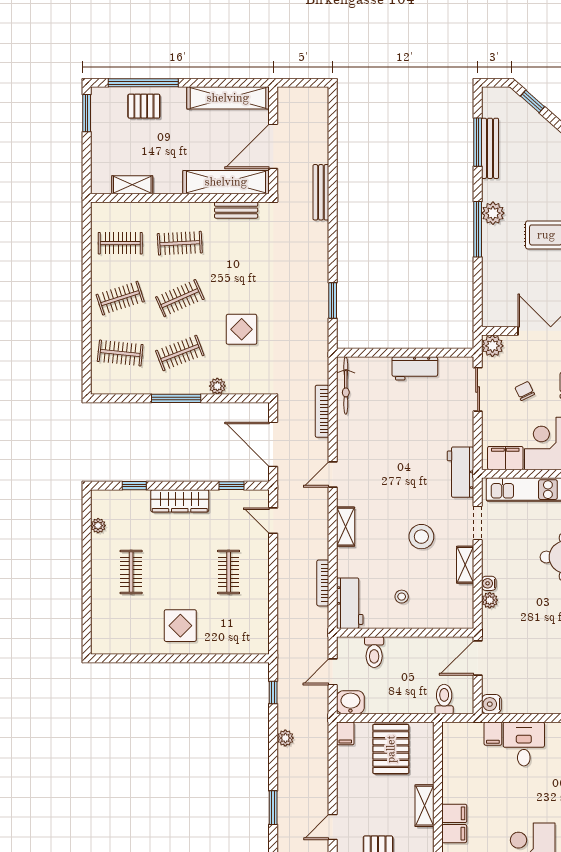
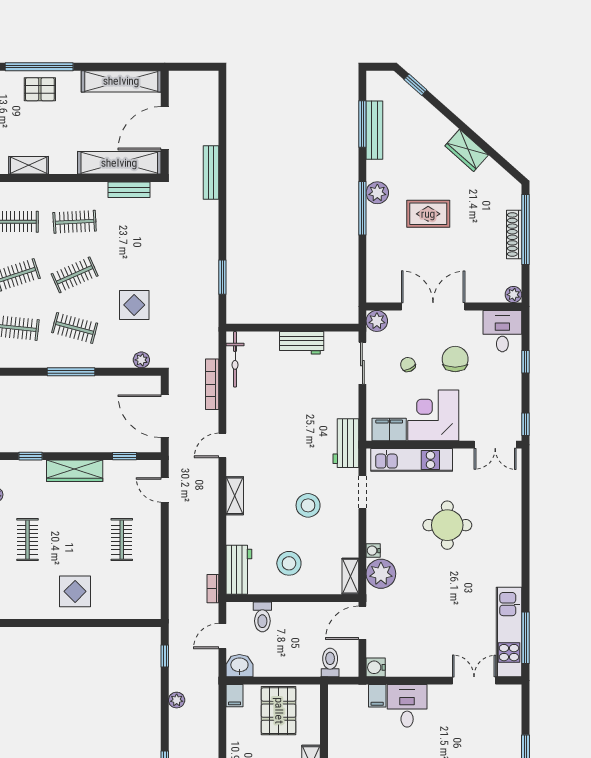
clothes rail: (180, 353) -> (75, 328), turned 36
plant: (217, 386) -> (141, 360), moved
shelving: (465, 565) -> (350, 576), moved
bookcase: (323, 583) -> (213, 589), moved, width x0.64
stool: (402, 597) -> (289, 563), width x1.89, depth x1.89
plant: (490, 600) -> (381, 574), width x1.88, depth x1.88

